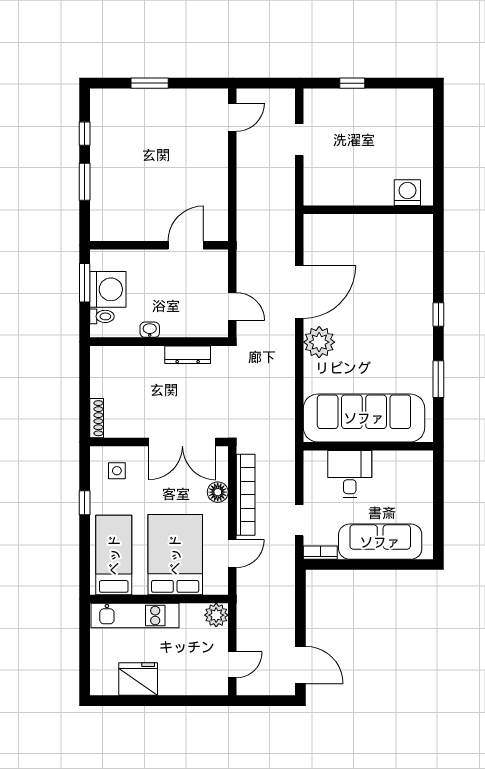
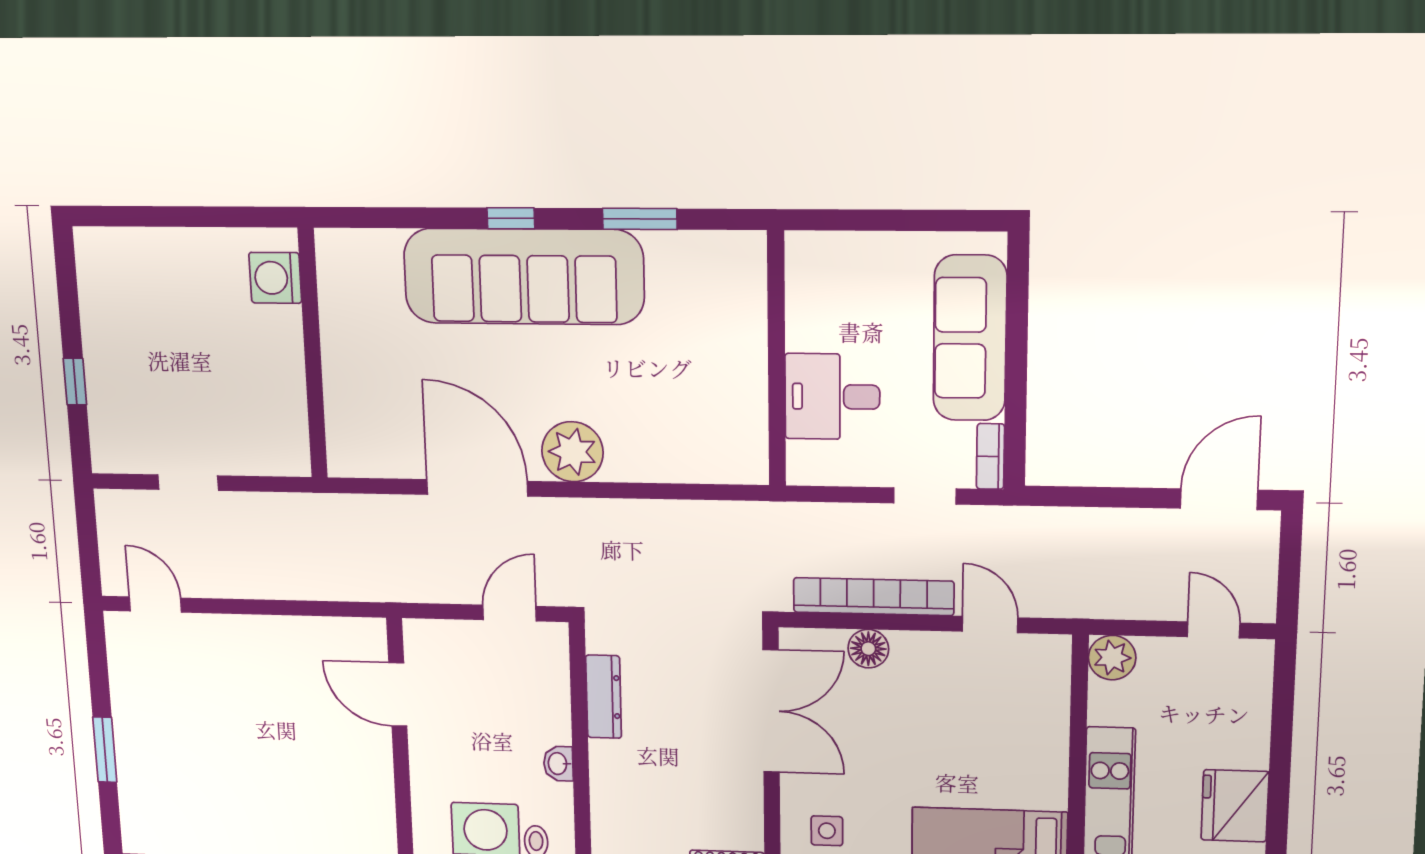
sofa: (364, 418) -> (524, 276), moved, turned -90
bed: (175, 555) -> (990, 731), removed

